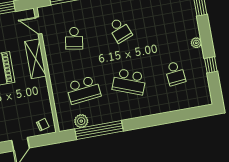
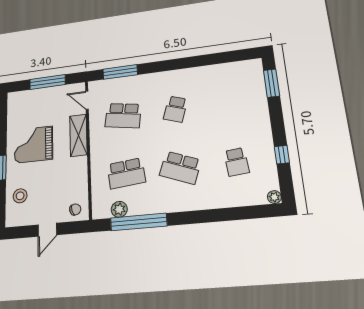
school desk: (120, 30) -> (175, 109), turned 39
school desk: (74, 38) -> (123, 116), width x1.85
plant: (196, 43) -> (274, 197), moved

